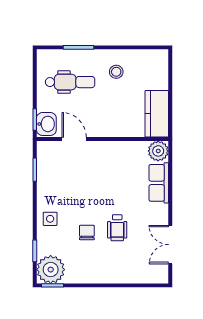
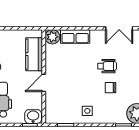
kitchen counter: (157, 114) -> (34, 54), moved, turned 90
door: (74, 139) -> (44, 83), moved
side table: (50, 219) -> (87, 111), moved

